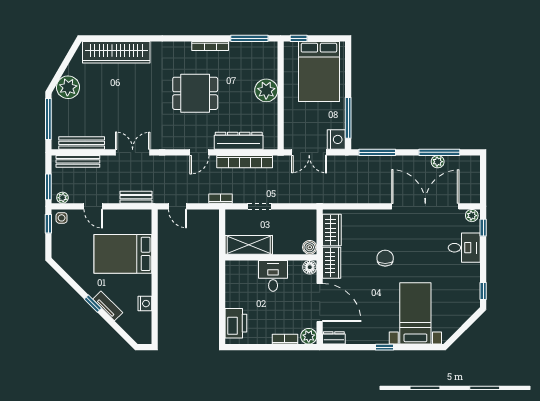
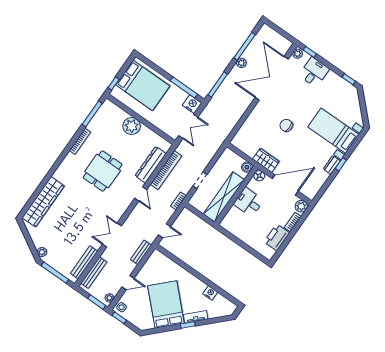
plant: (68, 87) -> (42, 252), width x0.53, depth x0.53
plant: (438, 162) -> (241, 63), moved
wardrobe: (332, 230) -> (246, 146), removed
shelving: (249, 245) -> (224, 197), width x1.47
bed: (123, 254) -> (166, 304), moved, turned 135
printer: (236, 323) -> (277, 237), moved, turned -90
dresser: (334, 338) -> (332, 165), moved

